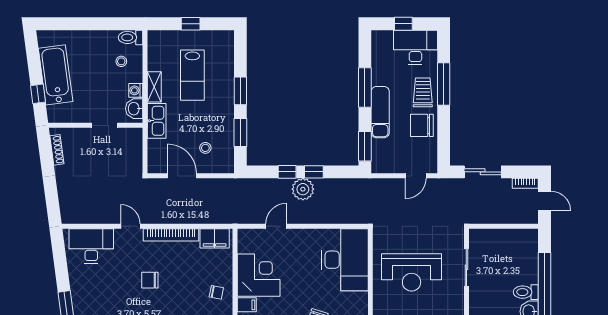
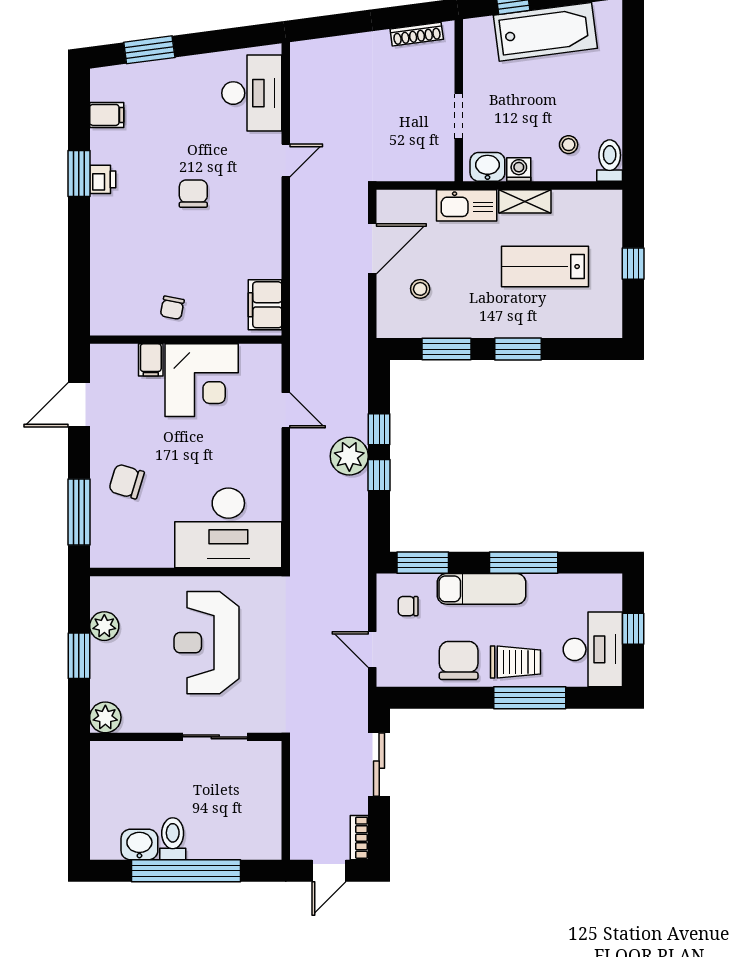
chair: (390, 155) -> (408, 606), added
bookcase: (171, 235) -> (271, 230), removed

